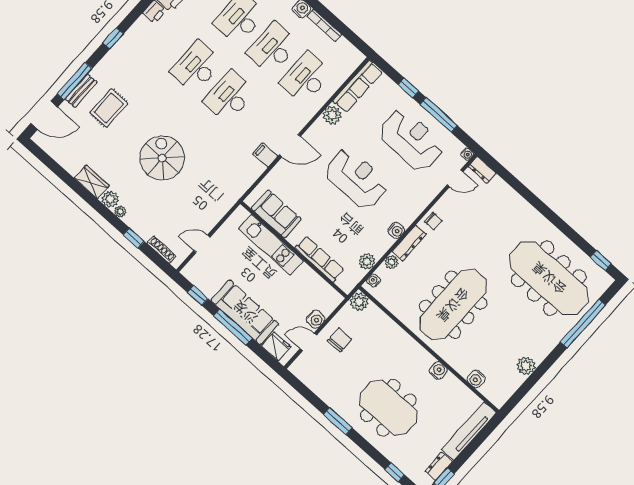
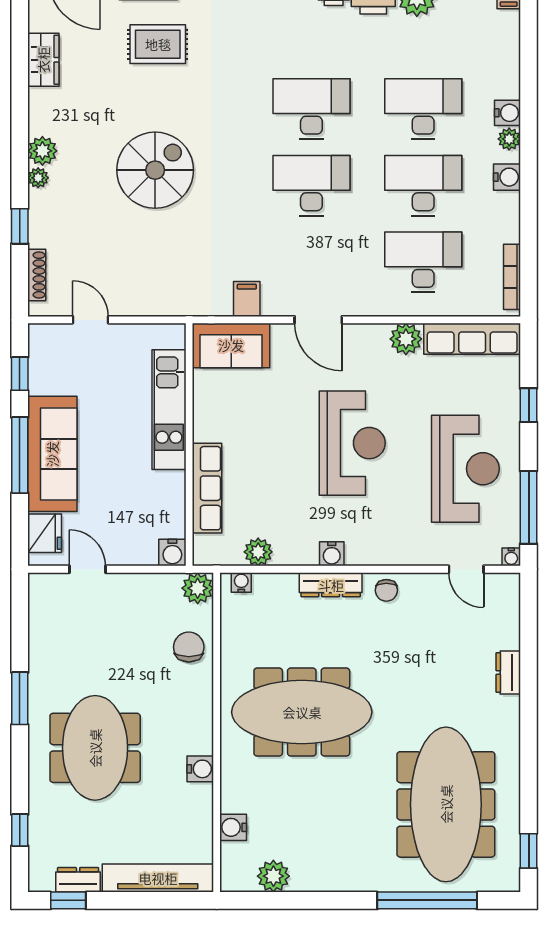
bookcase: (324, 25) -> (512, 277), moved
window: (439, 115) -> (529, 507), moved
filing cabinet: (265, 155) -> (247, 299), moved
dresser: (482, 170) -> (508, 673), moved
wardrobe: (92, 182) -> (43, 60), moved
sofa: (276, 214) -> (231, 345), moved, turned 90
plant: (392, 262) -> (286, 584), removed
water cooler: (316, 319) -> (172, 553), moved
chair: (340, 340) -> (189, 647), moved, turned -90
plant: (526, 366) -> (273, 876), moved

